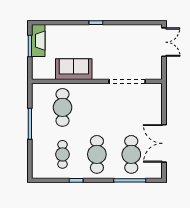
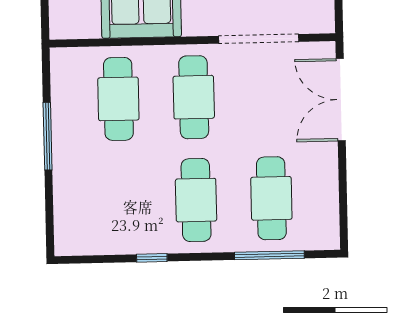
double door: (164, 143) -> (341, 100), moved
cafe table: (62, 154) -> (194, 97), moved, width x1.37, depth x1.35

